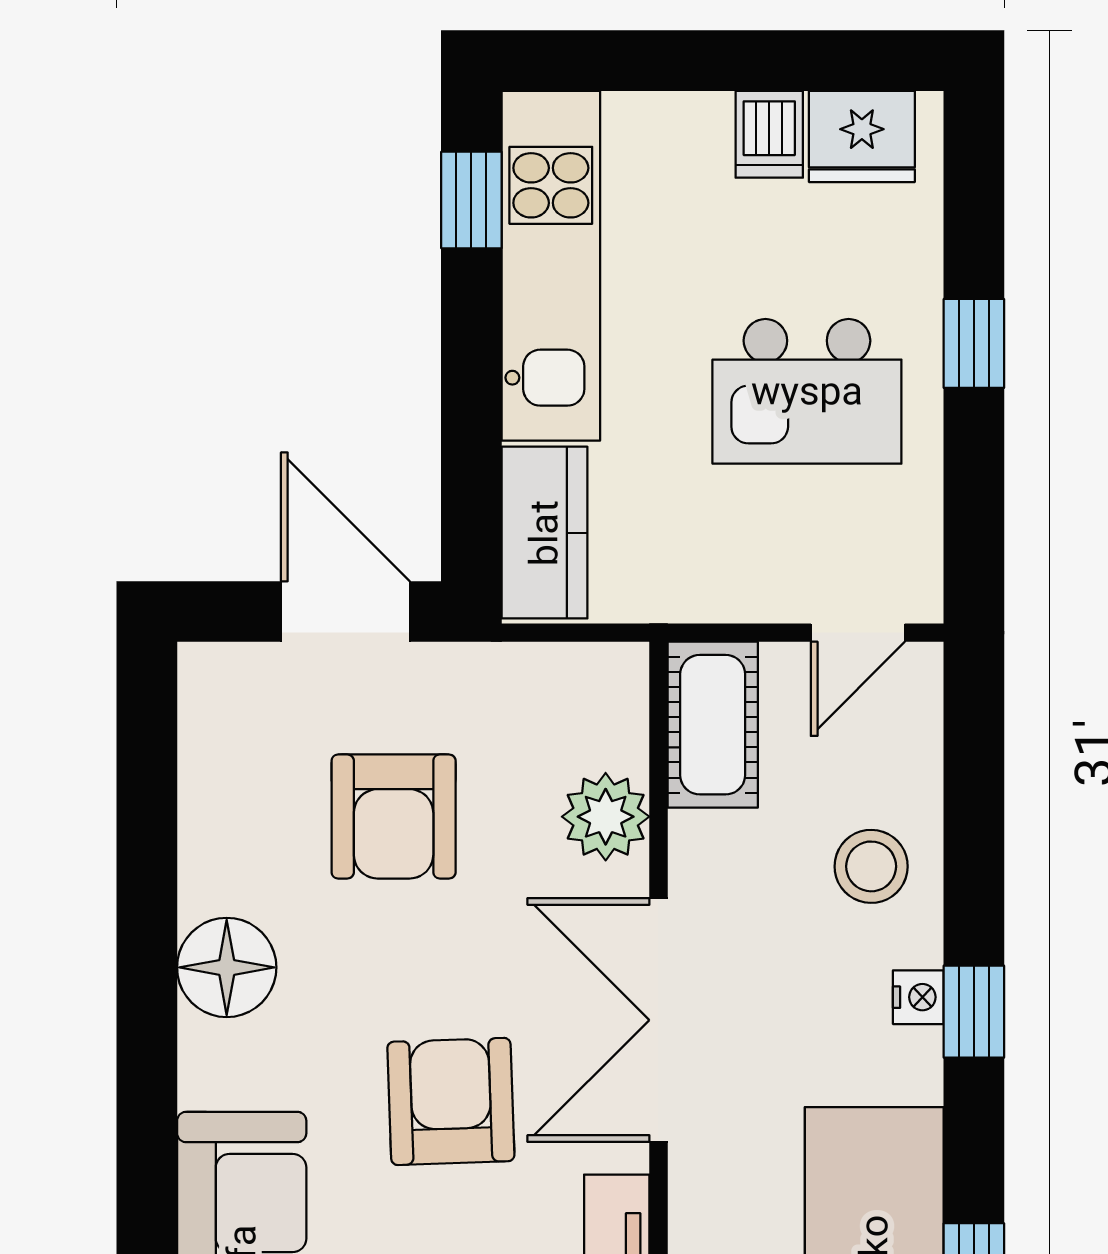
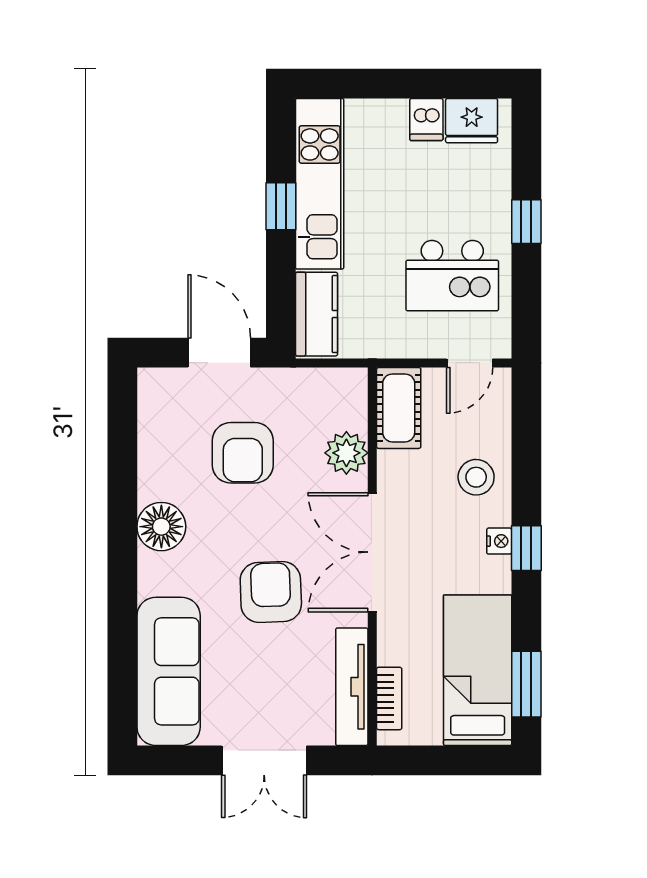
window: (471, 200) -> (281, 206), moved
kitchen island: (807, 391) -> (452, 276), moved

